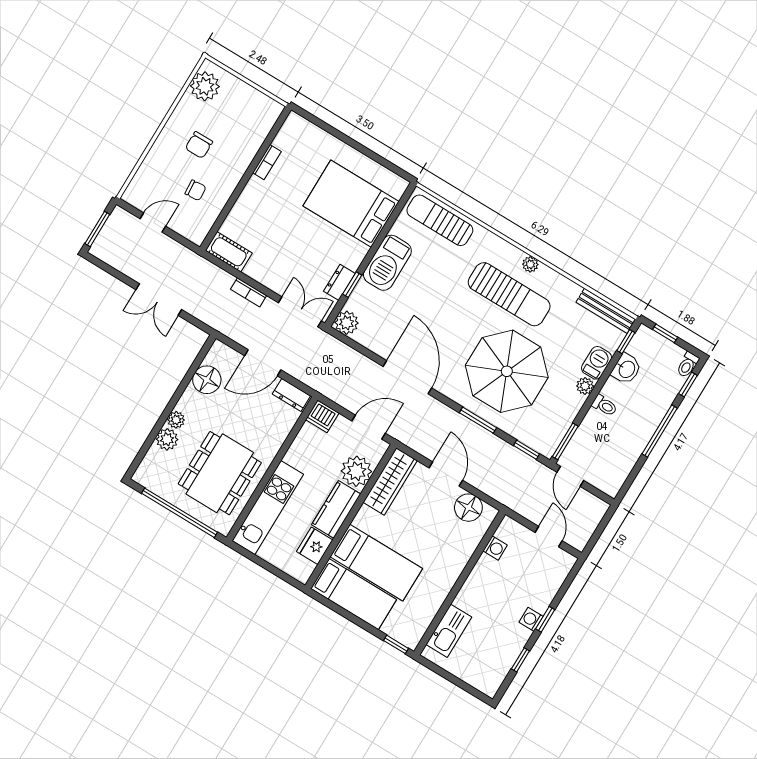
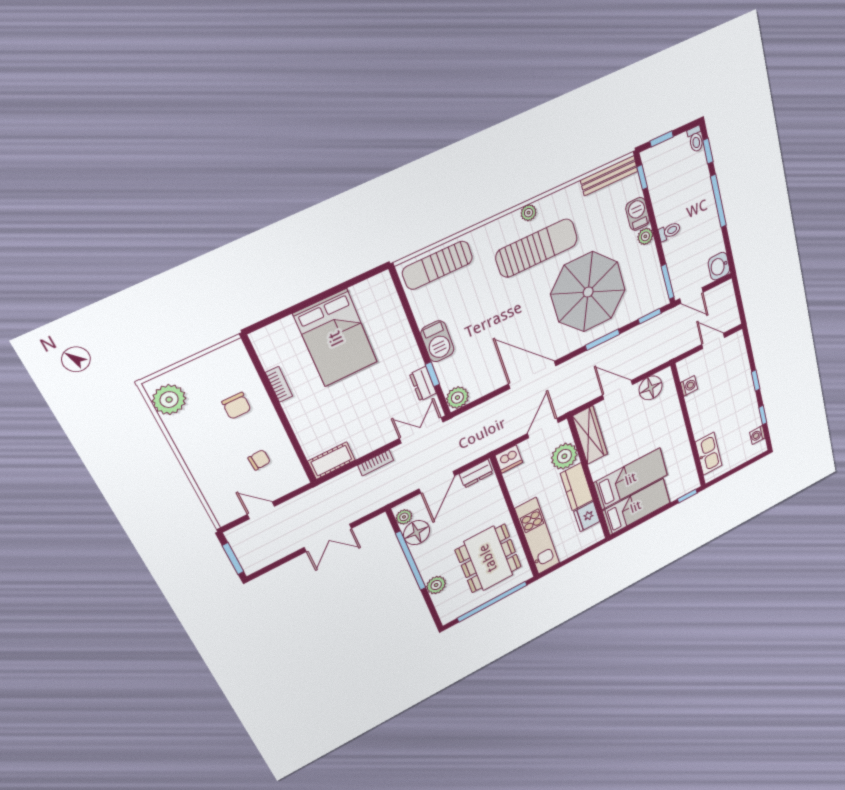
chair: (199, 145) -> (236, 406), moved
bed: (351, 204) -> (336, 338), moved, turned -90
door: (153, 222) -> (261, 510), hinge flipped
barbecue: (387, 263) -> (437, 341), width x0.73, depth x0.83
washbasin: (626, 369) -> (719, 266), moved, turned 180
window: (177, 395) -> (411, 561), added
plant: (176, 420) -> (404, 517), moved
washing machine: (531, 619) -> (757, 435), moved

